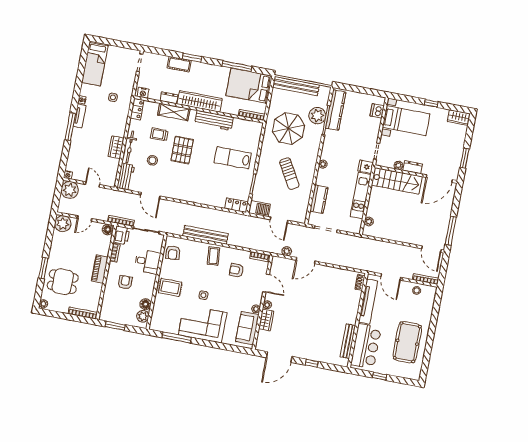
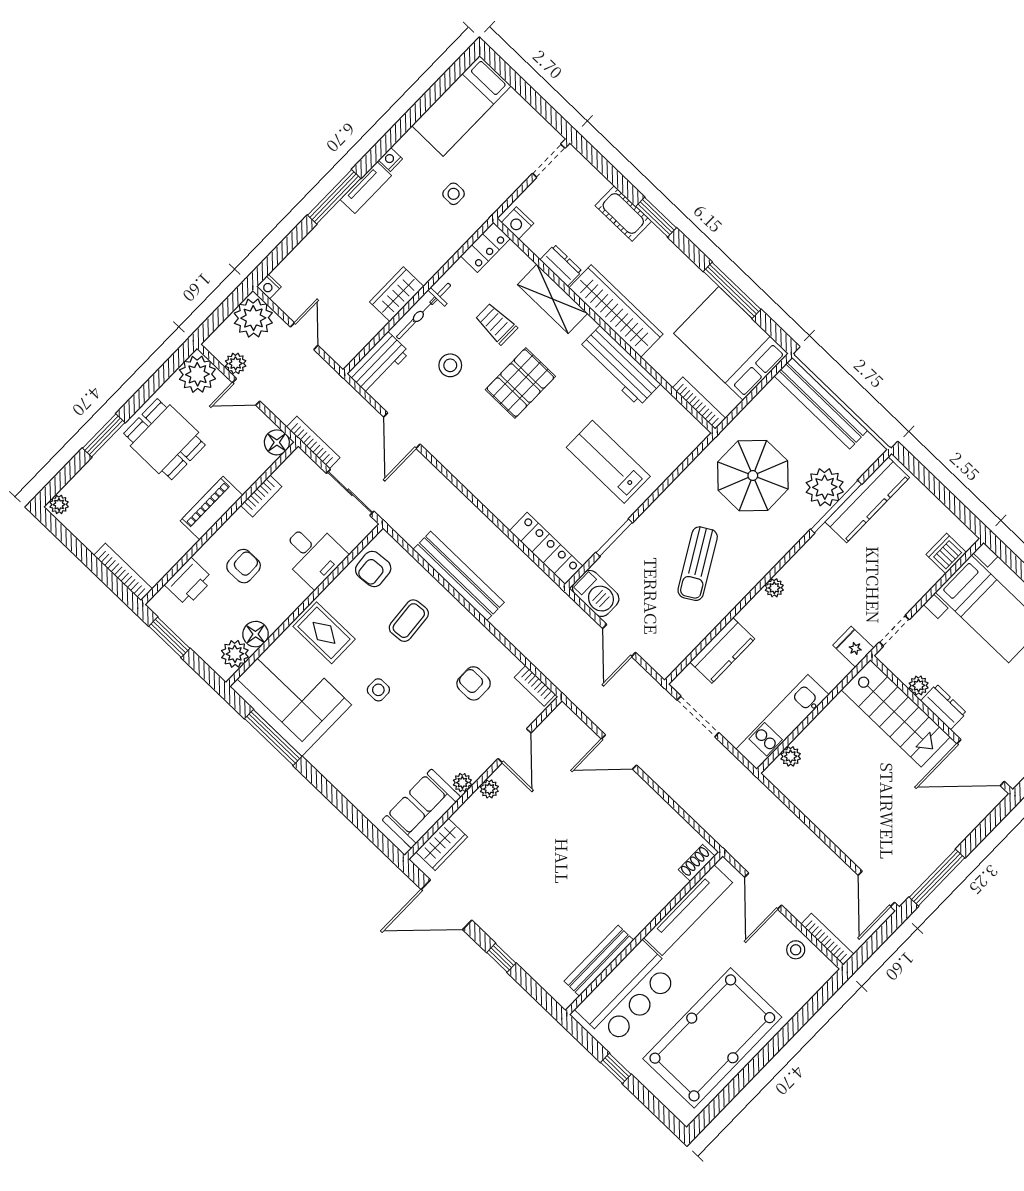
kitchen unit: (361, 196) -> (782, 722), moved
locker: (236, 205) -> (546, 549), width x1.53
printer: (122, 235) -> (189, 582), moved
plant: (287, 251) -> (236, 363), moved
coffee table: (213, 256) -> (409, 621), moved
dining table: (63, 282) -> (164, 439), moved
wardrobe: (266, 320) -> (442, 844), moved
corner sofa: (203, 324) -> (291, 696), moved
pool table: (407, 342) -> (712, 1038), width x1.36, depth x1.32

